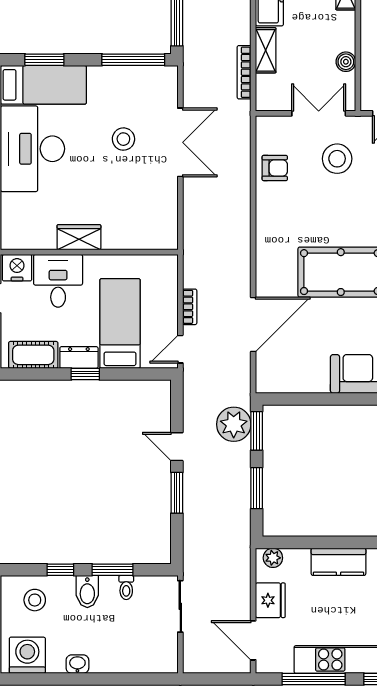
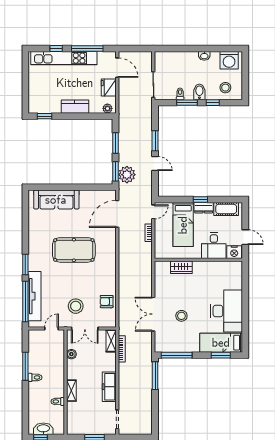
shelving: (266, 50) -> (111, 341), moved
wardrobe: (79, 237) -> (181, 267), moved
door: (253, 325) -> (117, 214), moved

